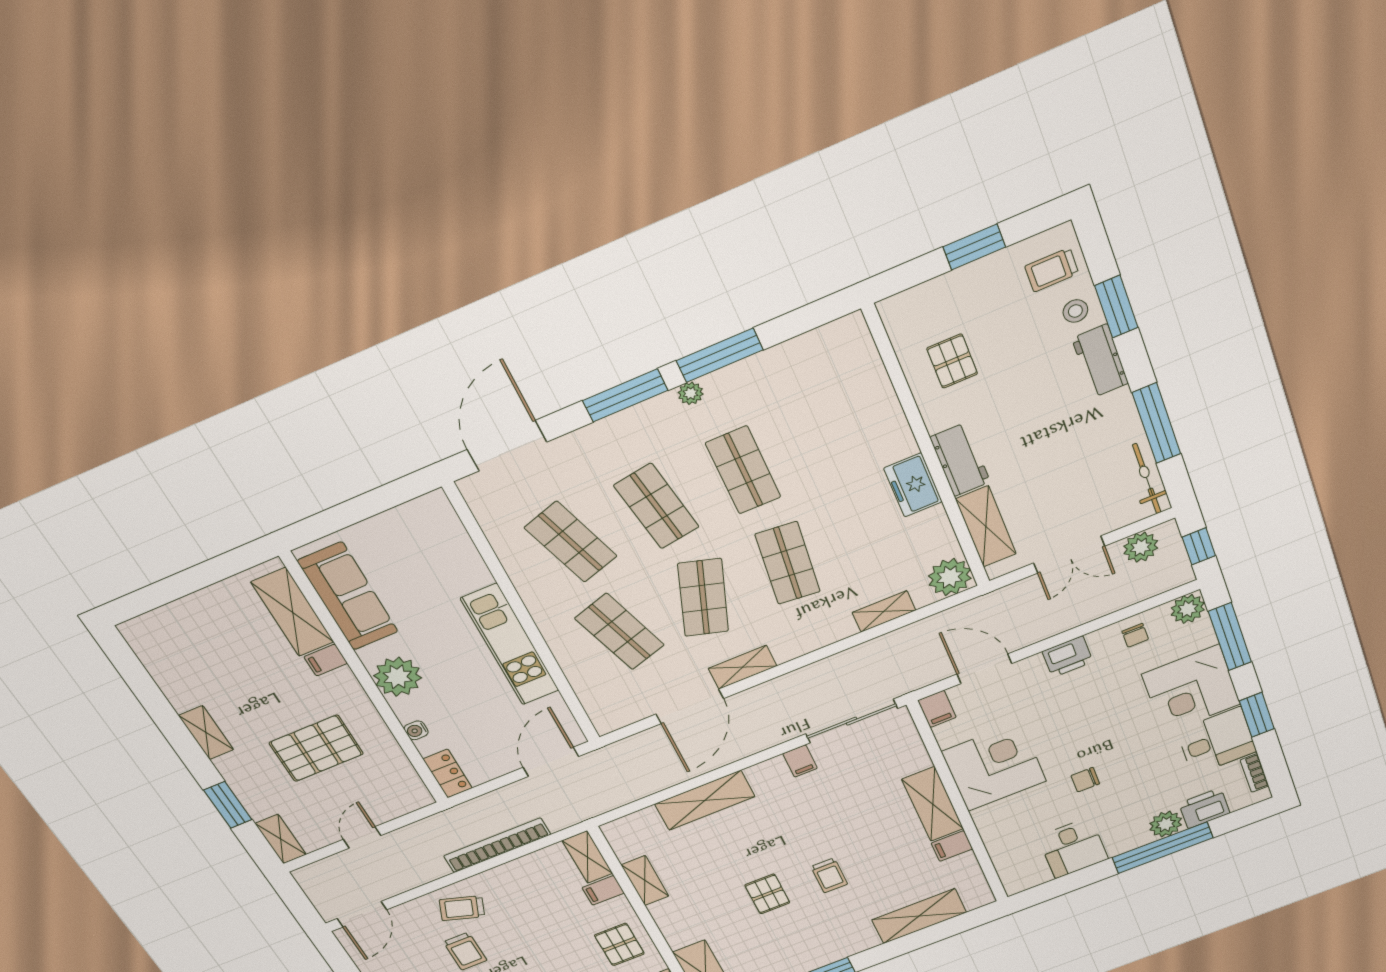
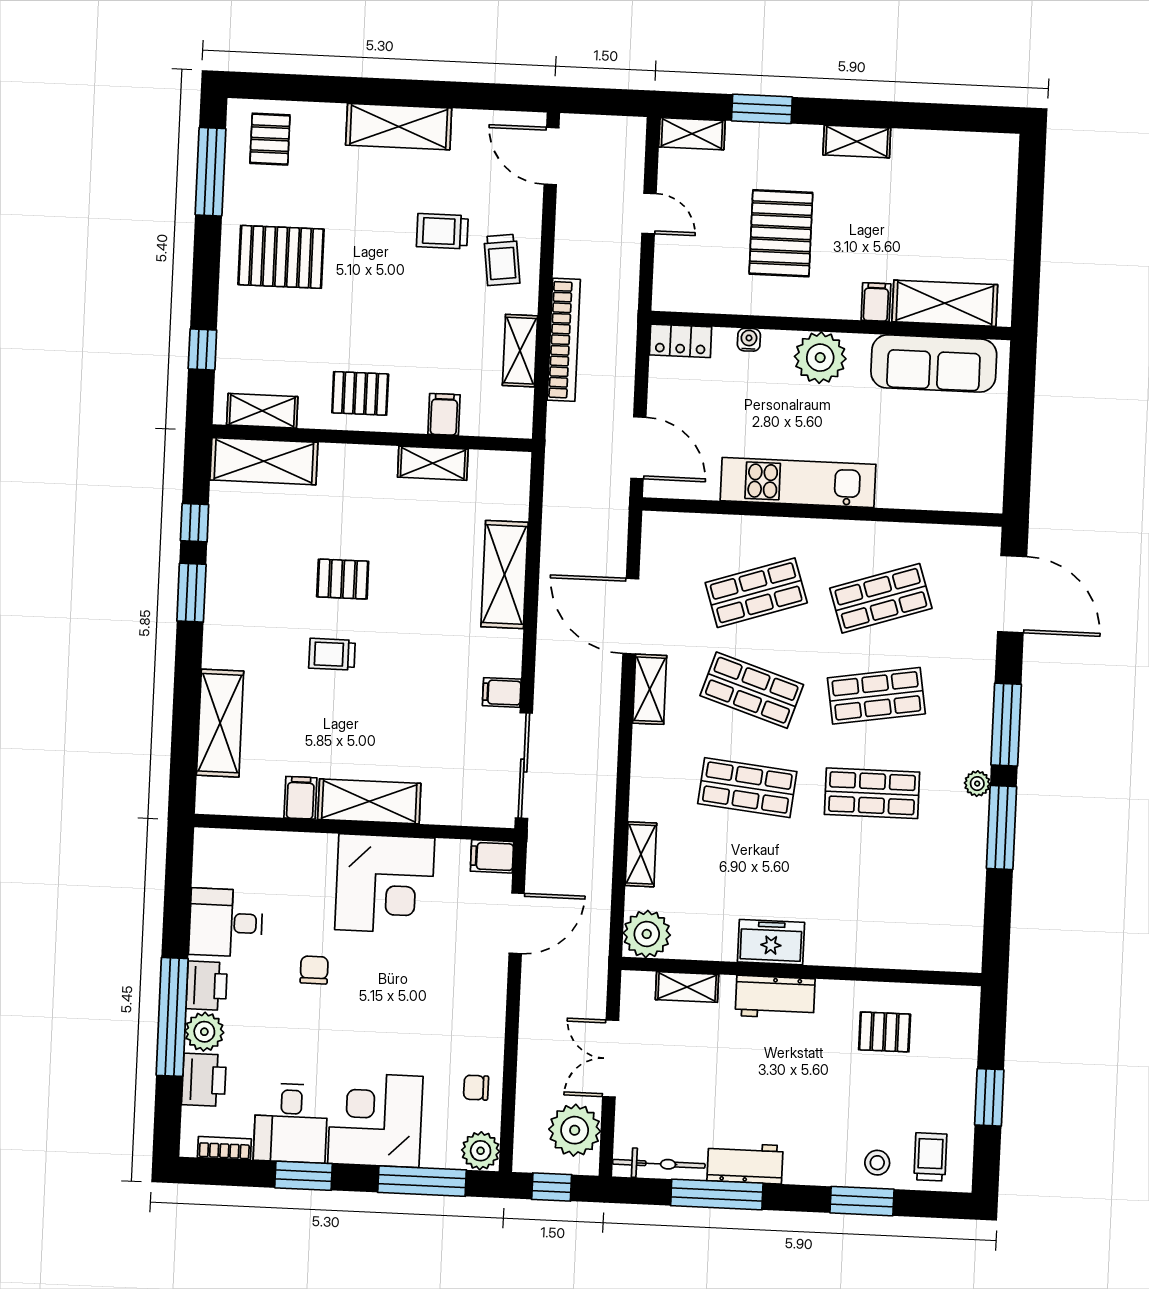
workbench: (1100, 361) -> (745, 1163), moved
shelving: (986, 527) -> (687, 987), width x0.67, depth x0.75
plant: (1141, 547) -> (575, 1130), width x1.36, depth x1.36
printer: (1068, 657) -> (207, 986), moved, turned 180
shelving: (587, 857) -> (520, 351), moved, turned 90
trolley: (462, 908) -> (502, 260), turned 153

